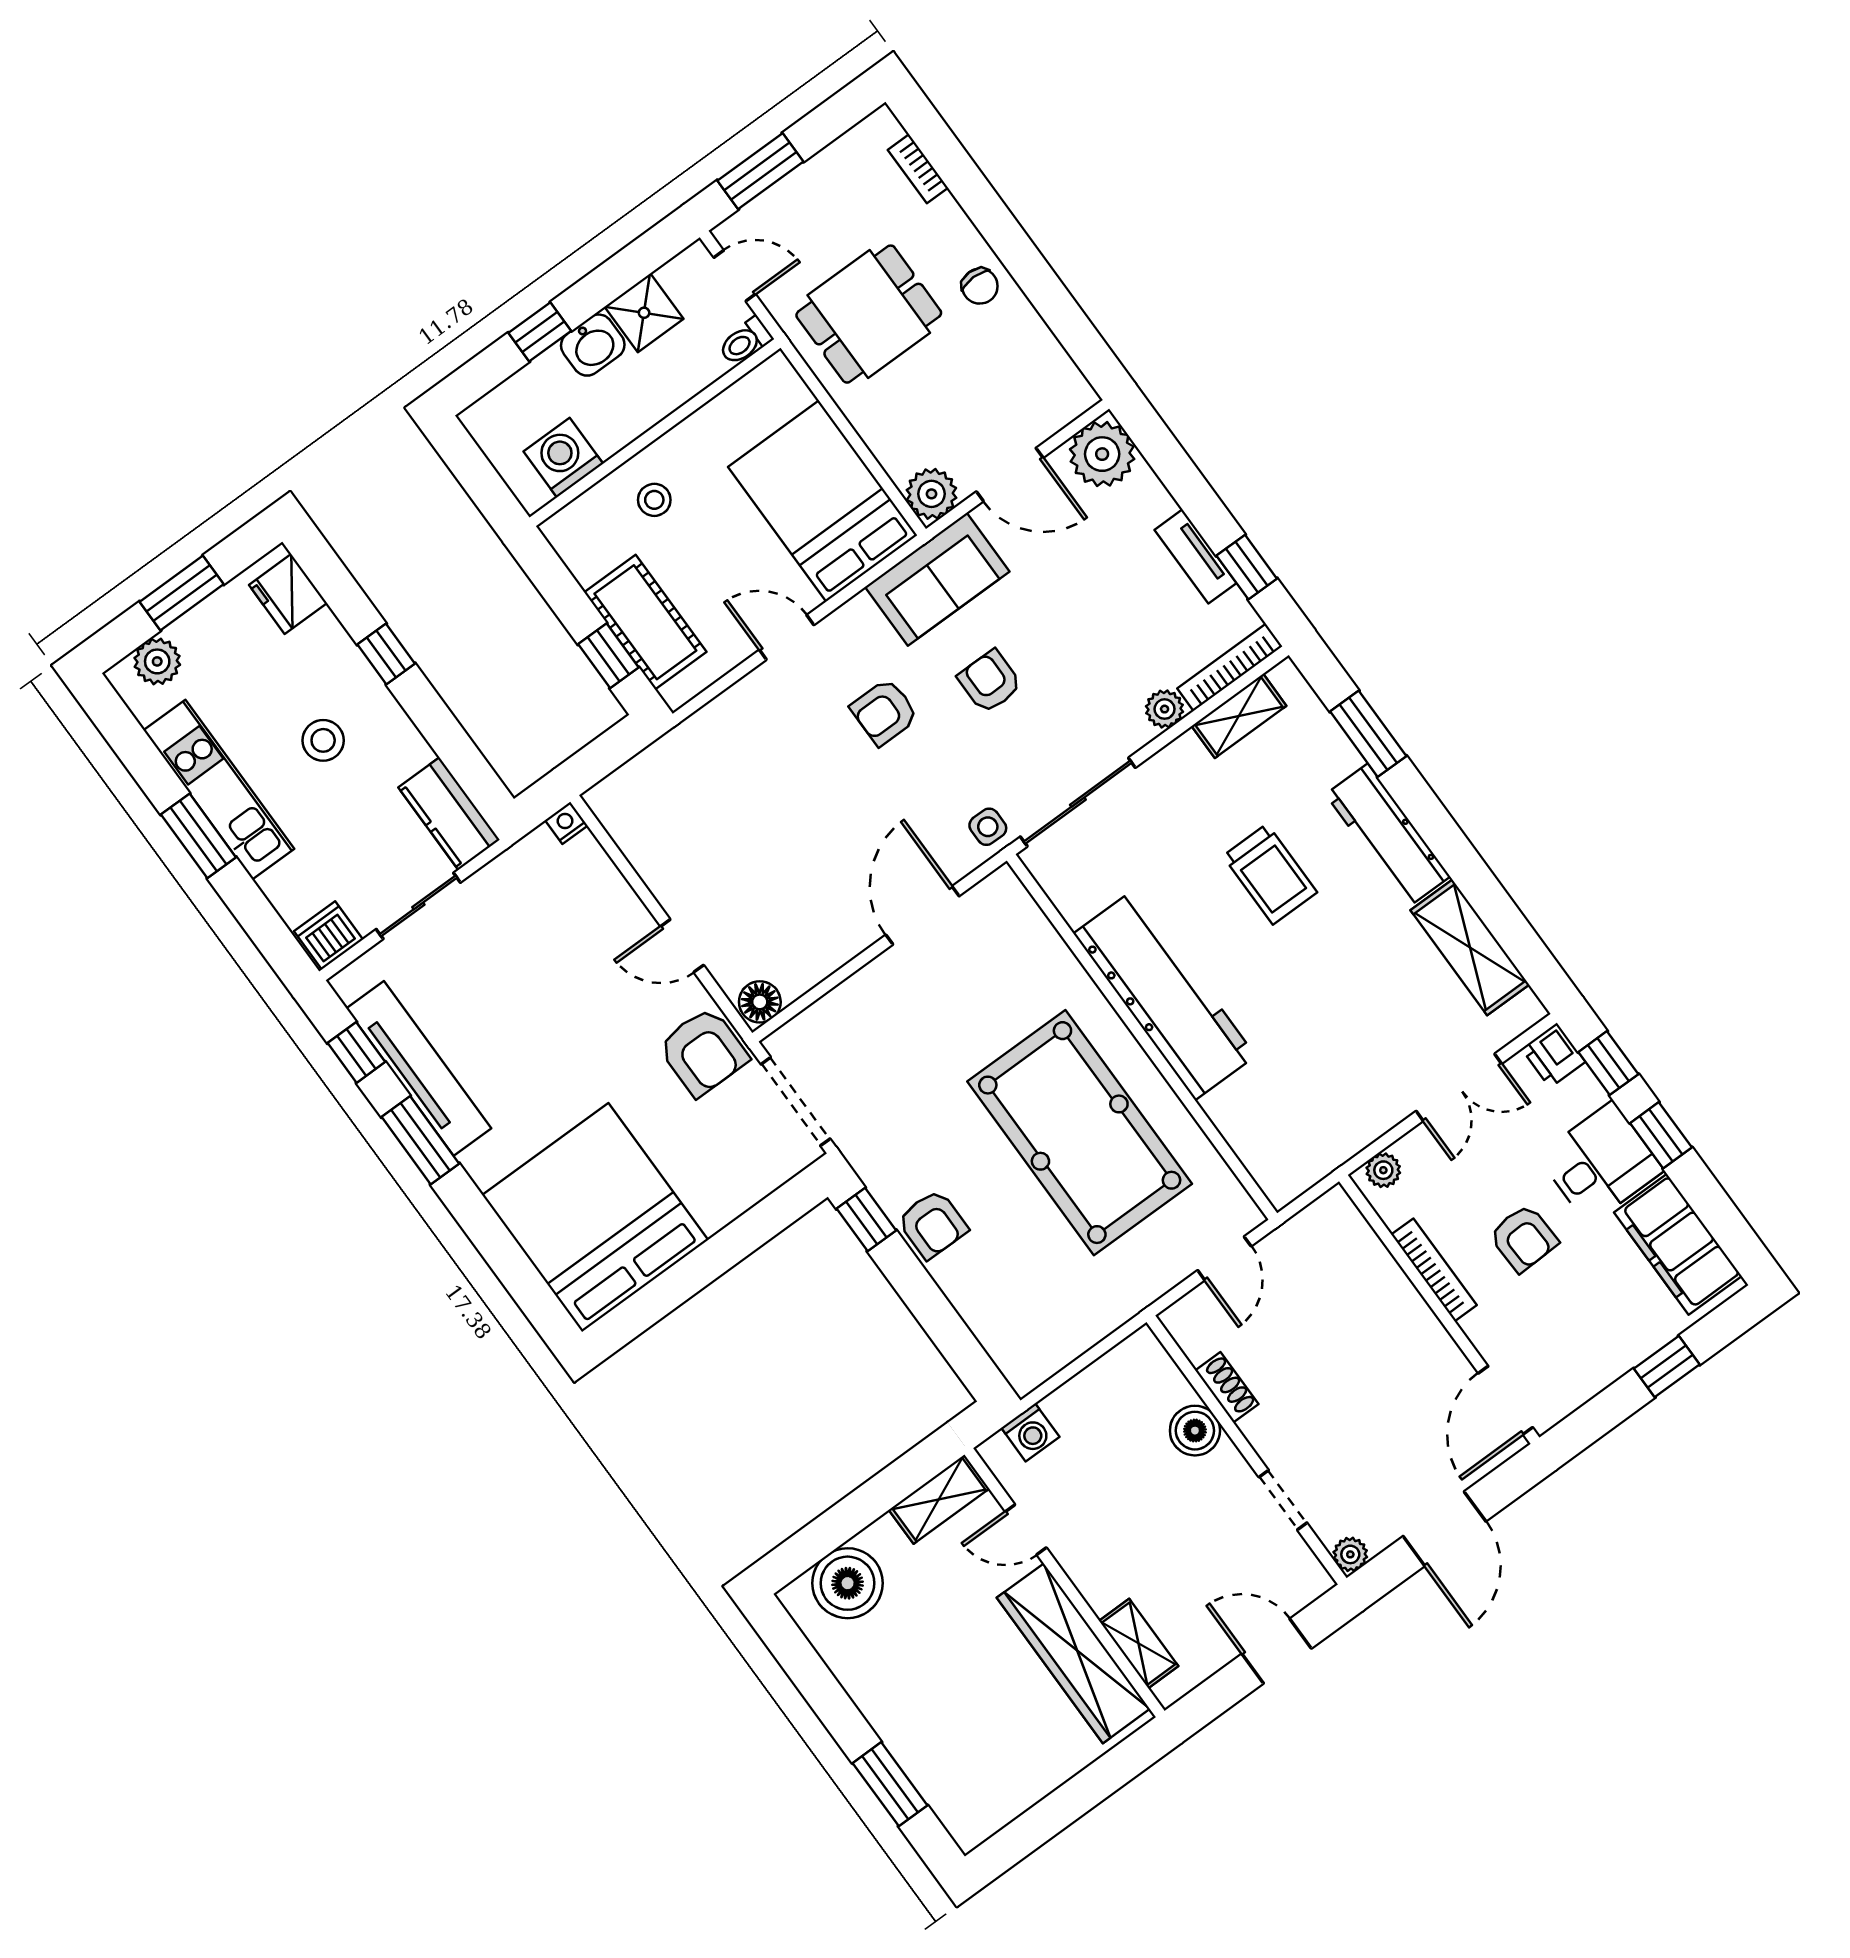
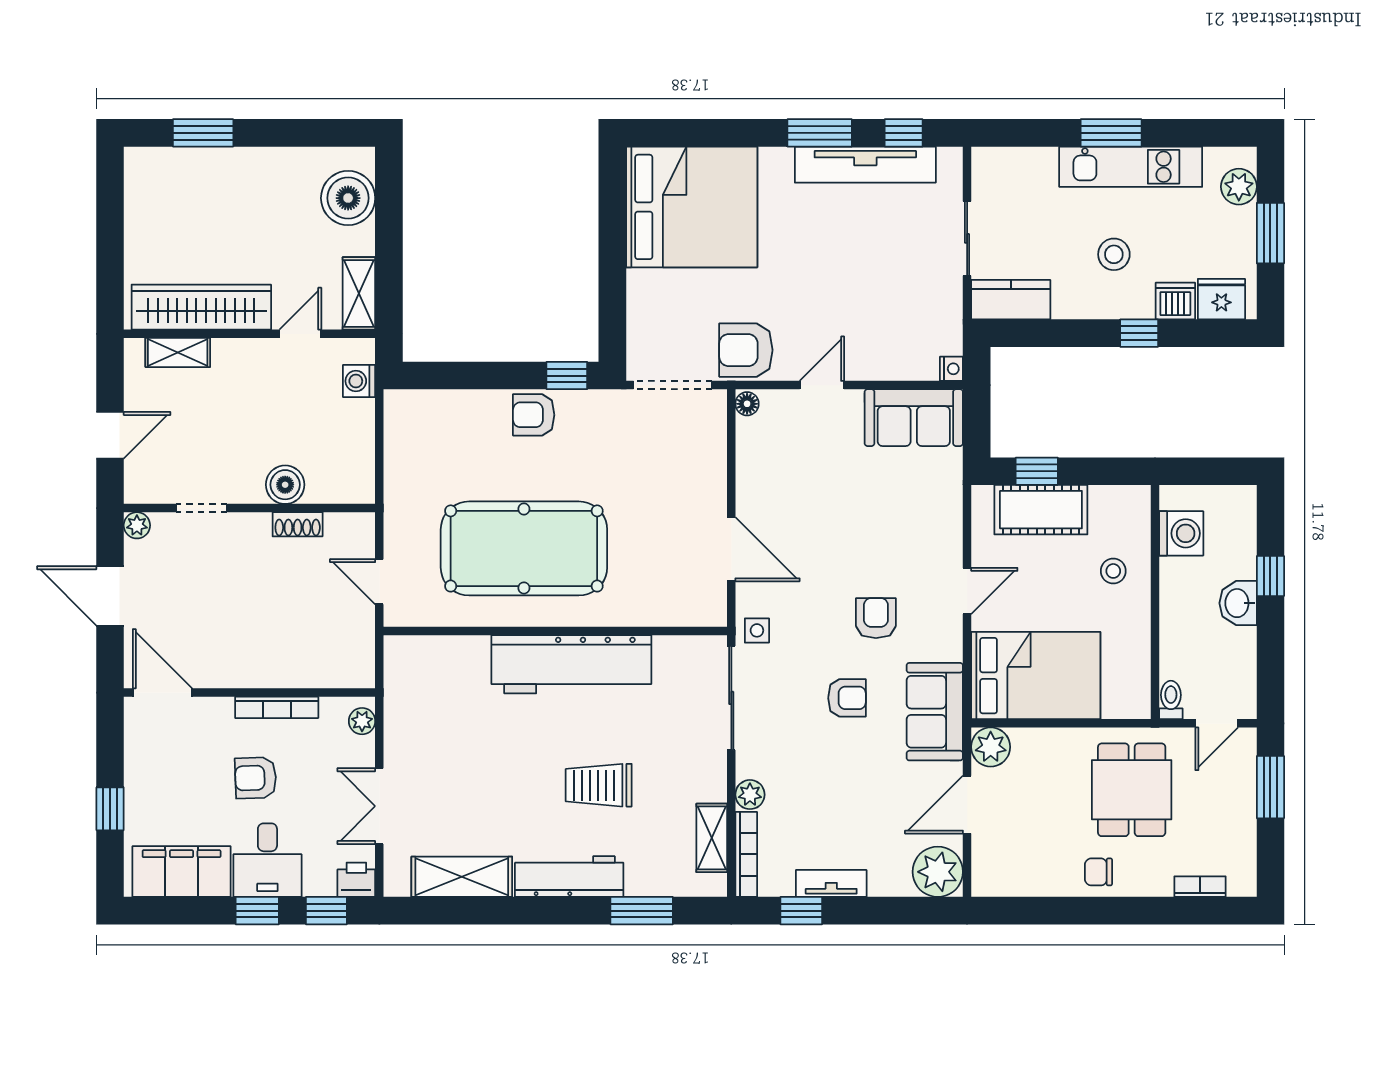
shower: (644, 313) -> (1235, 650), removed
sofa: (646, 825) -> (914, 418), added
dishwasher: (328, 935) -> (1175, 301), moved, turned -90
floor lamp: (760, 1002) -> (747, 404), width x0.73, depth x0.73

